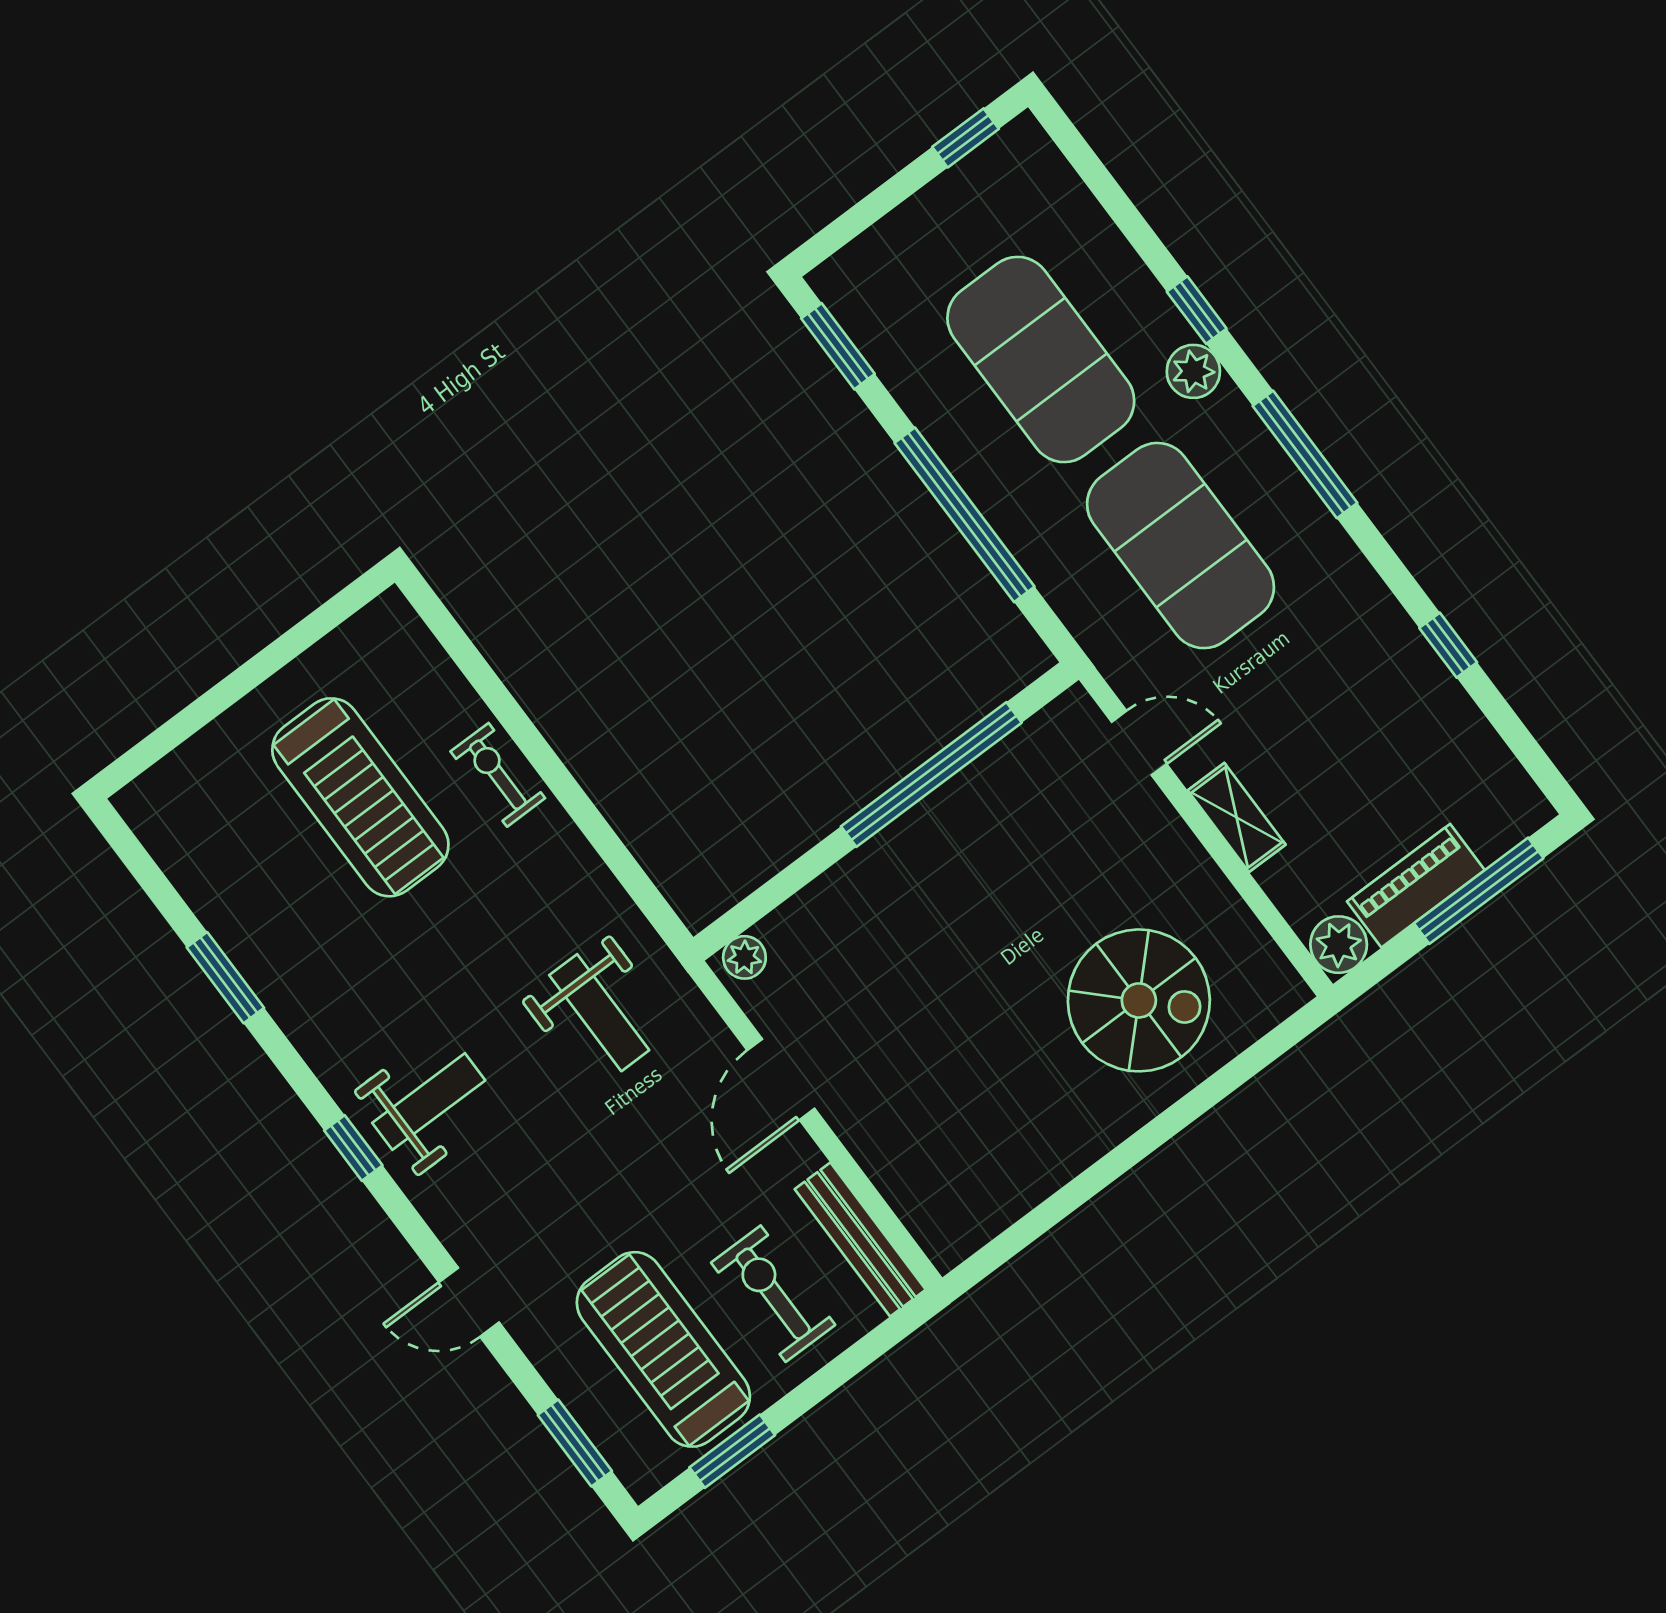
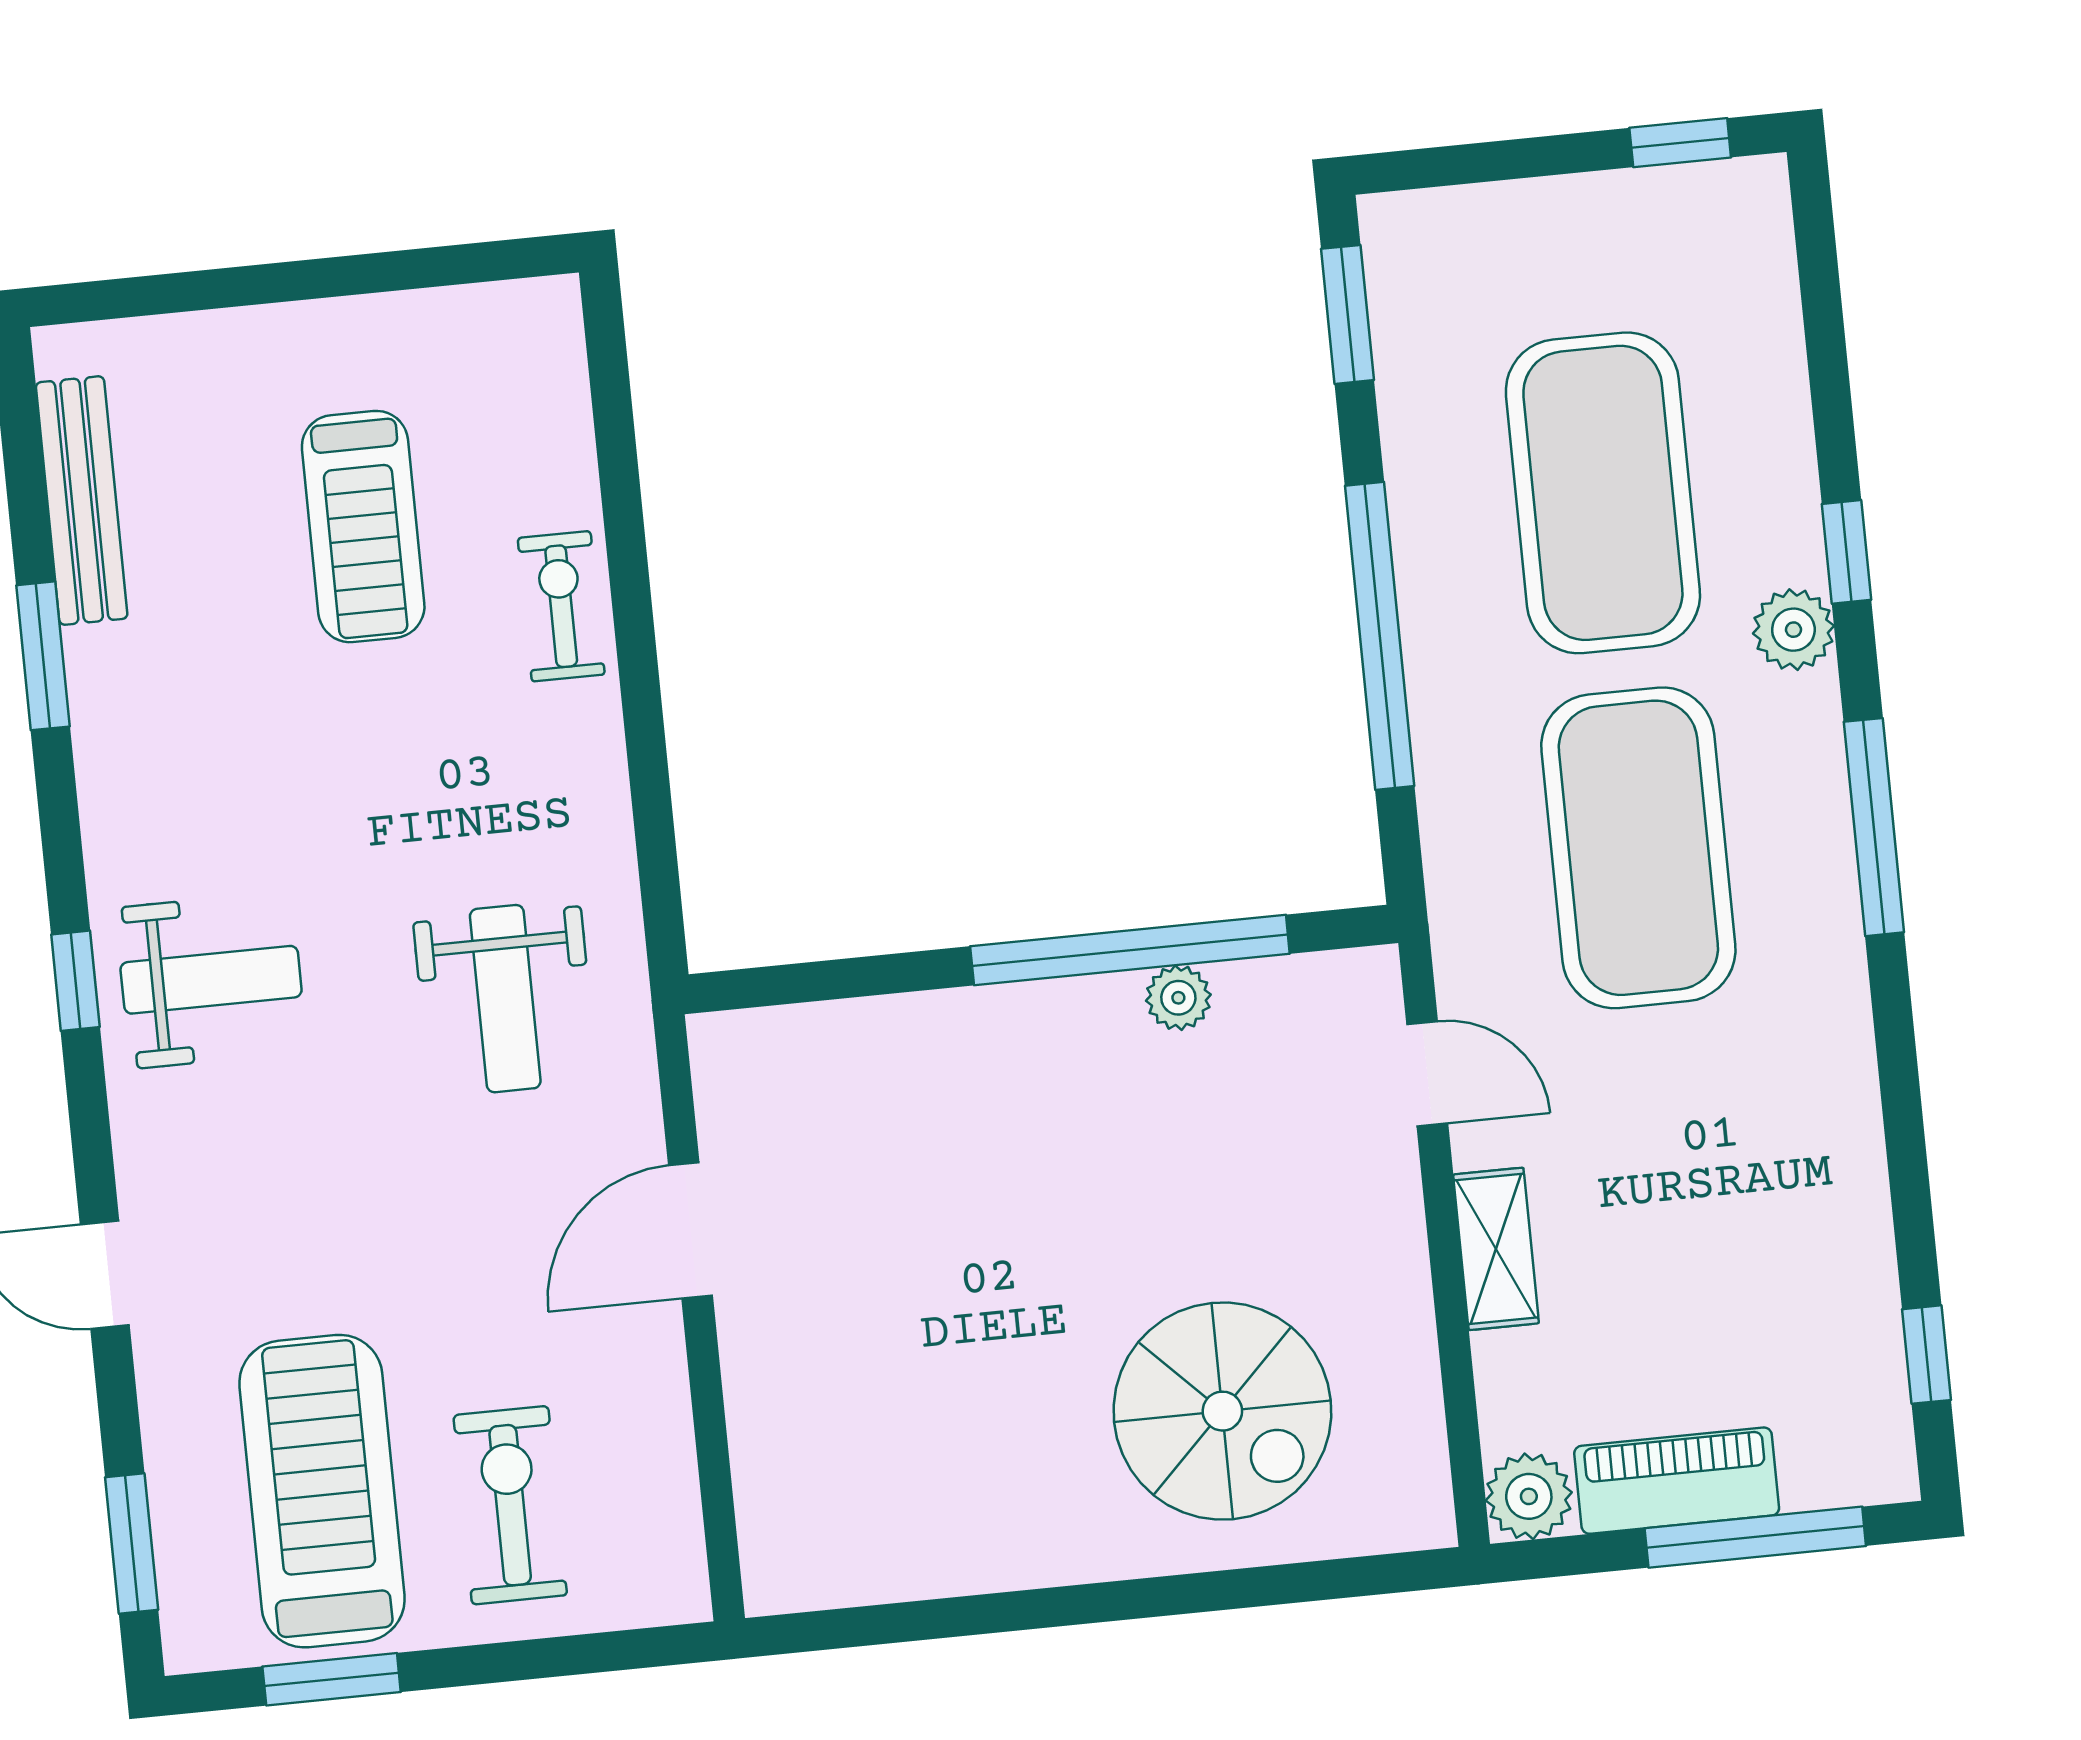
window: (1448, 645) -> (1927, 1355), moved
treadmill: (360, 797) -> (363, 527), width x0.73, depth x0.73
plant: (744, 957) -> (1178, 998), moved
bench: (860, 1239) -> (82, 501), moved

